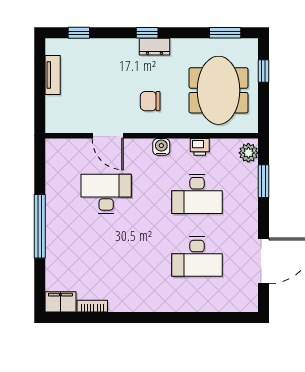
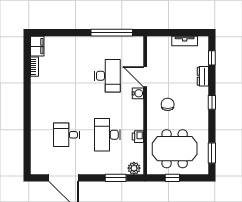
dresser: (154, 47) -> (203, 76), moved
window: (263, 71) -> (172, 178), moved
door: (108, 136) -> (145, 77), hinge flipped
water cooler: (161, 147) -> (138, 93), moved
window: (40, 226) -> (112, 33), moved
desk: (197, 257) -> (67, 135), width x0.73

